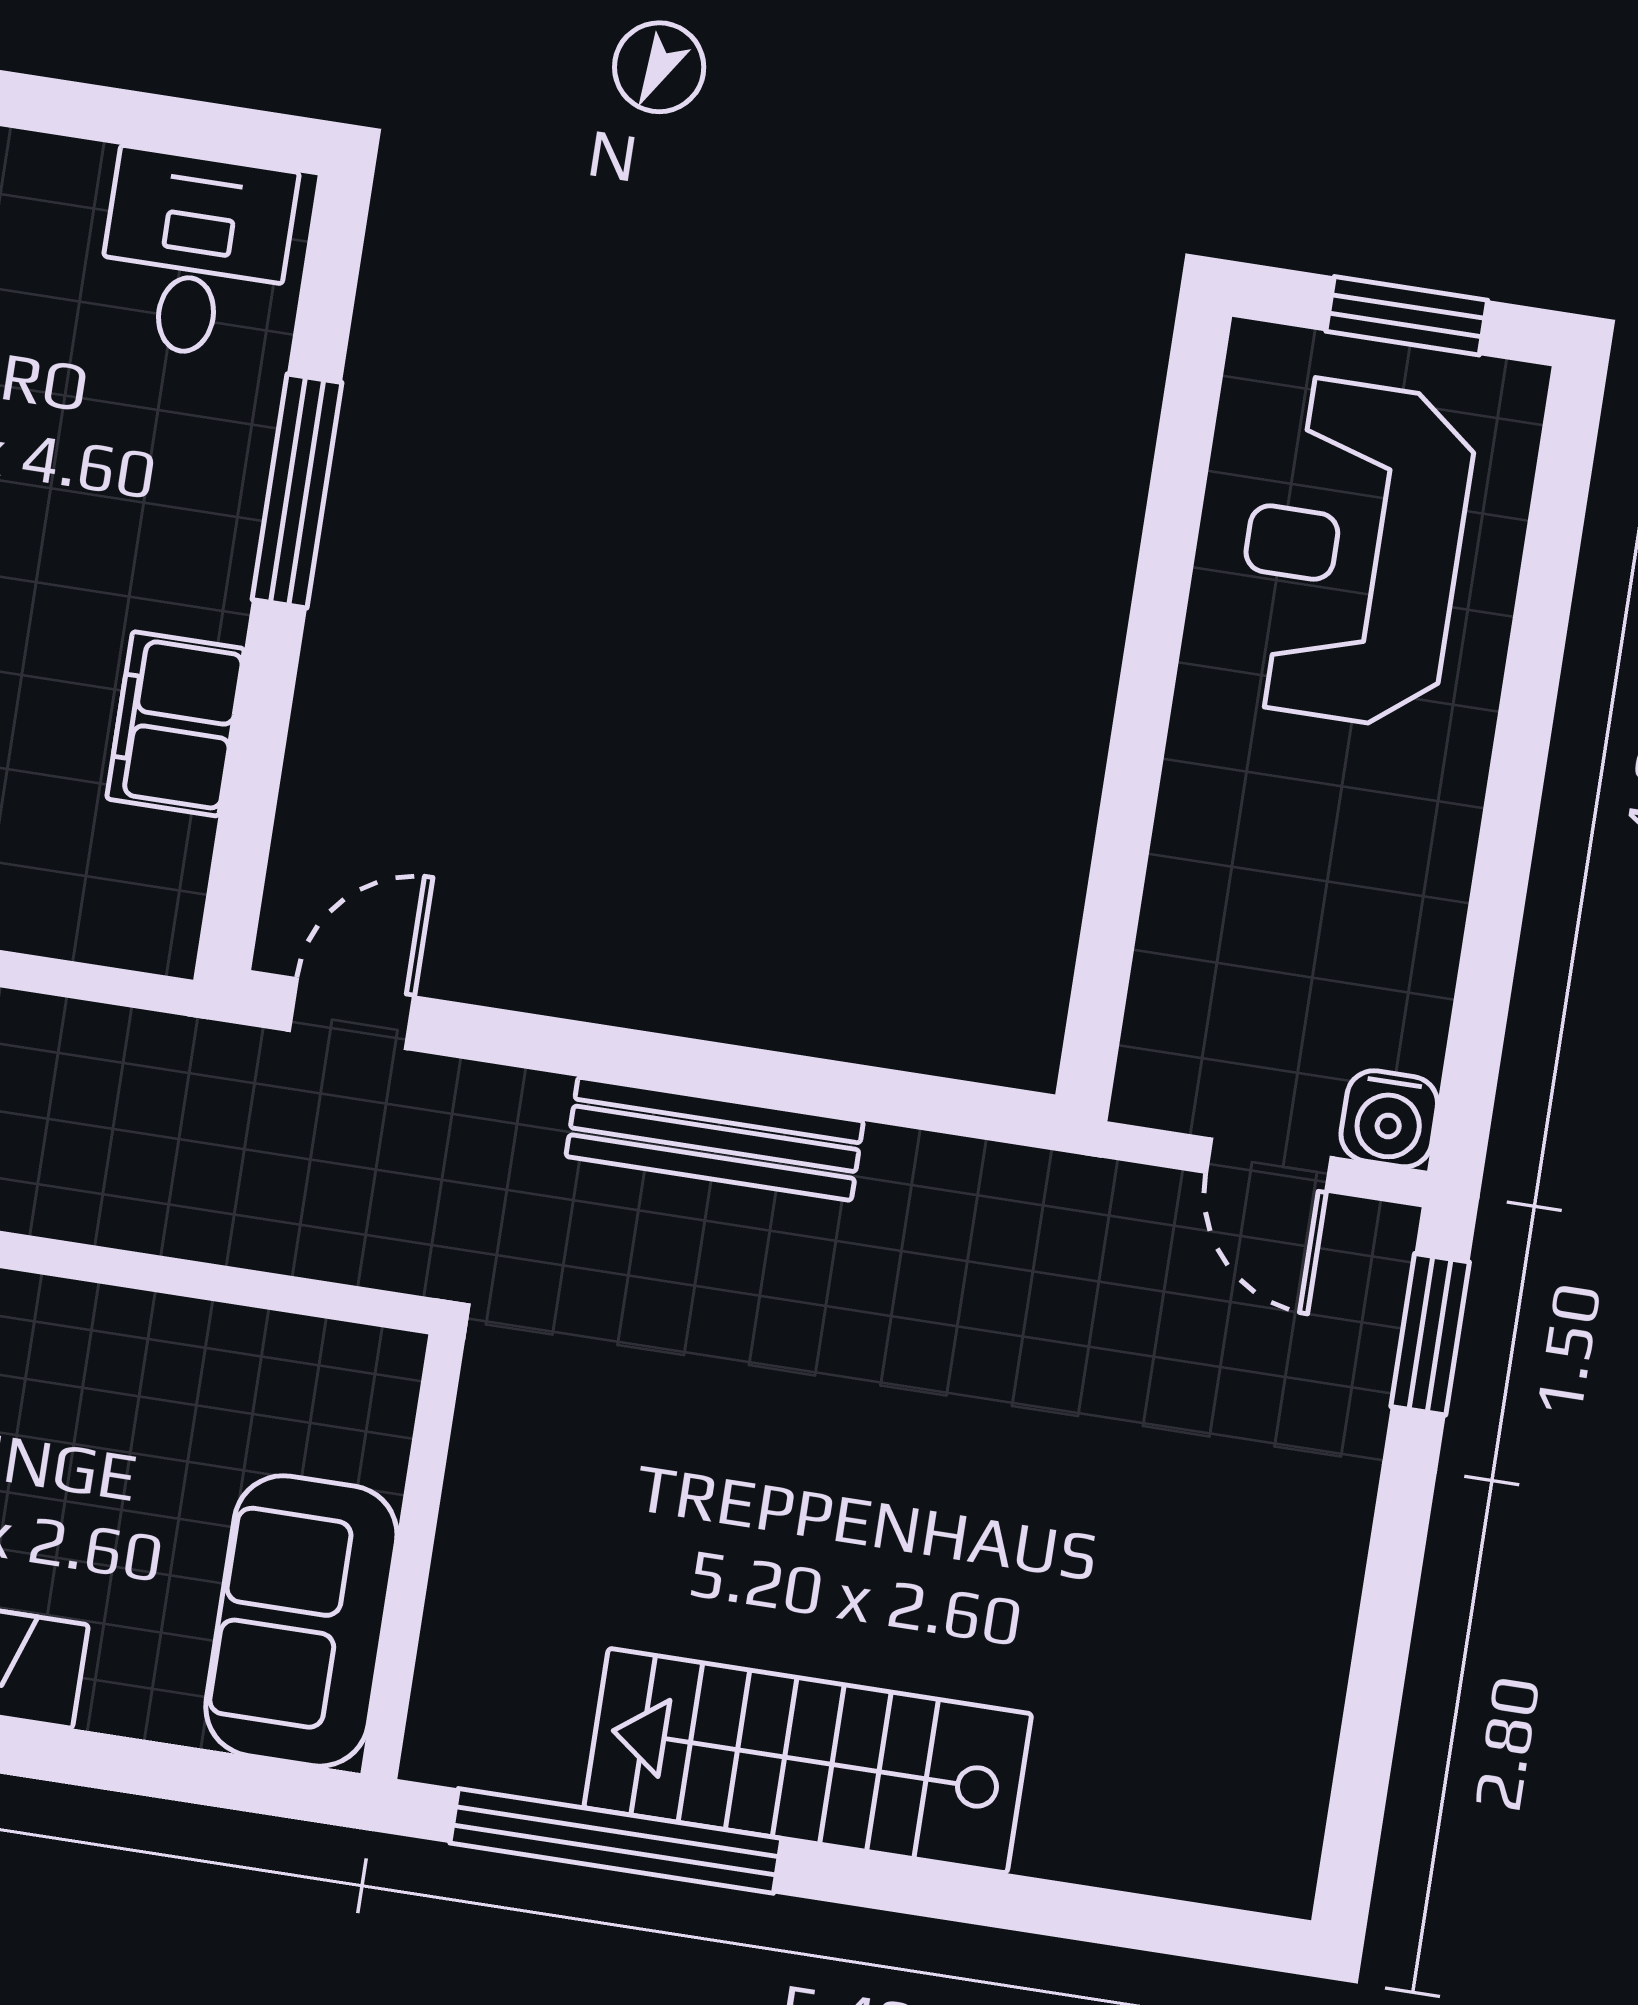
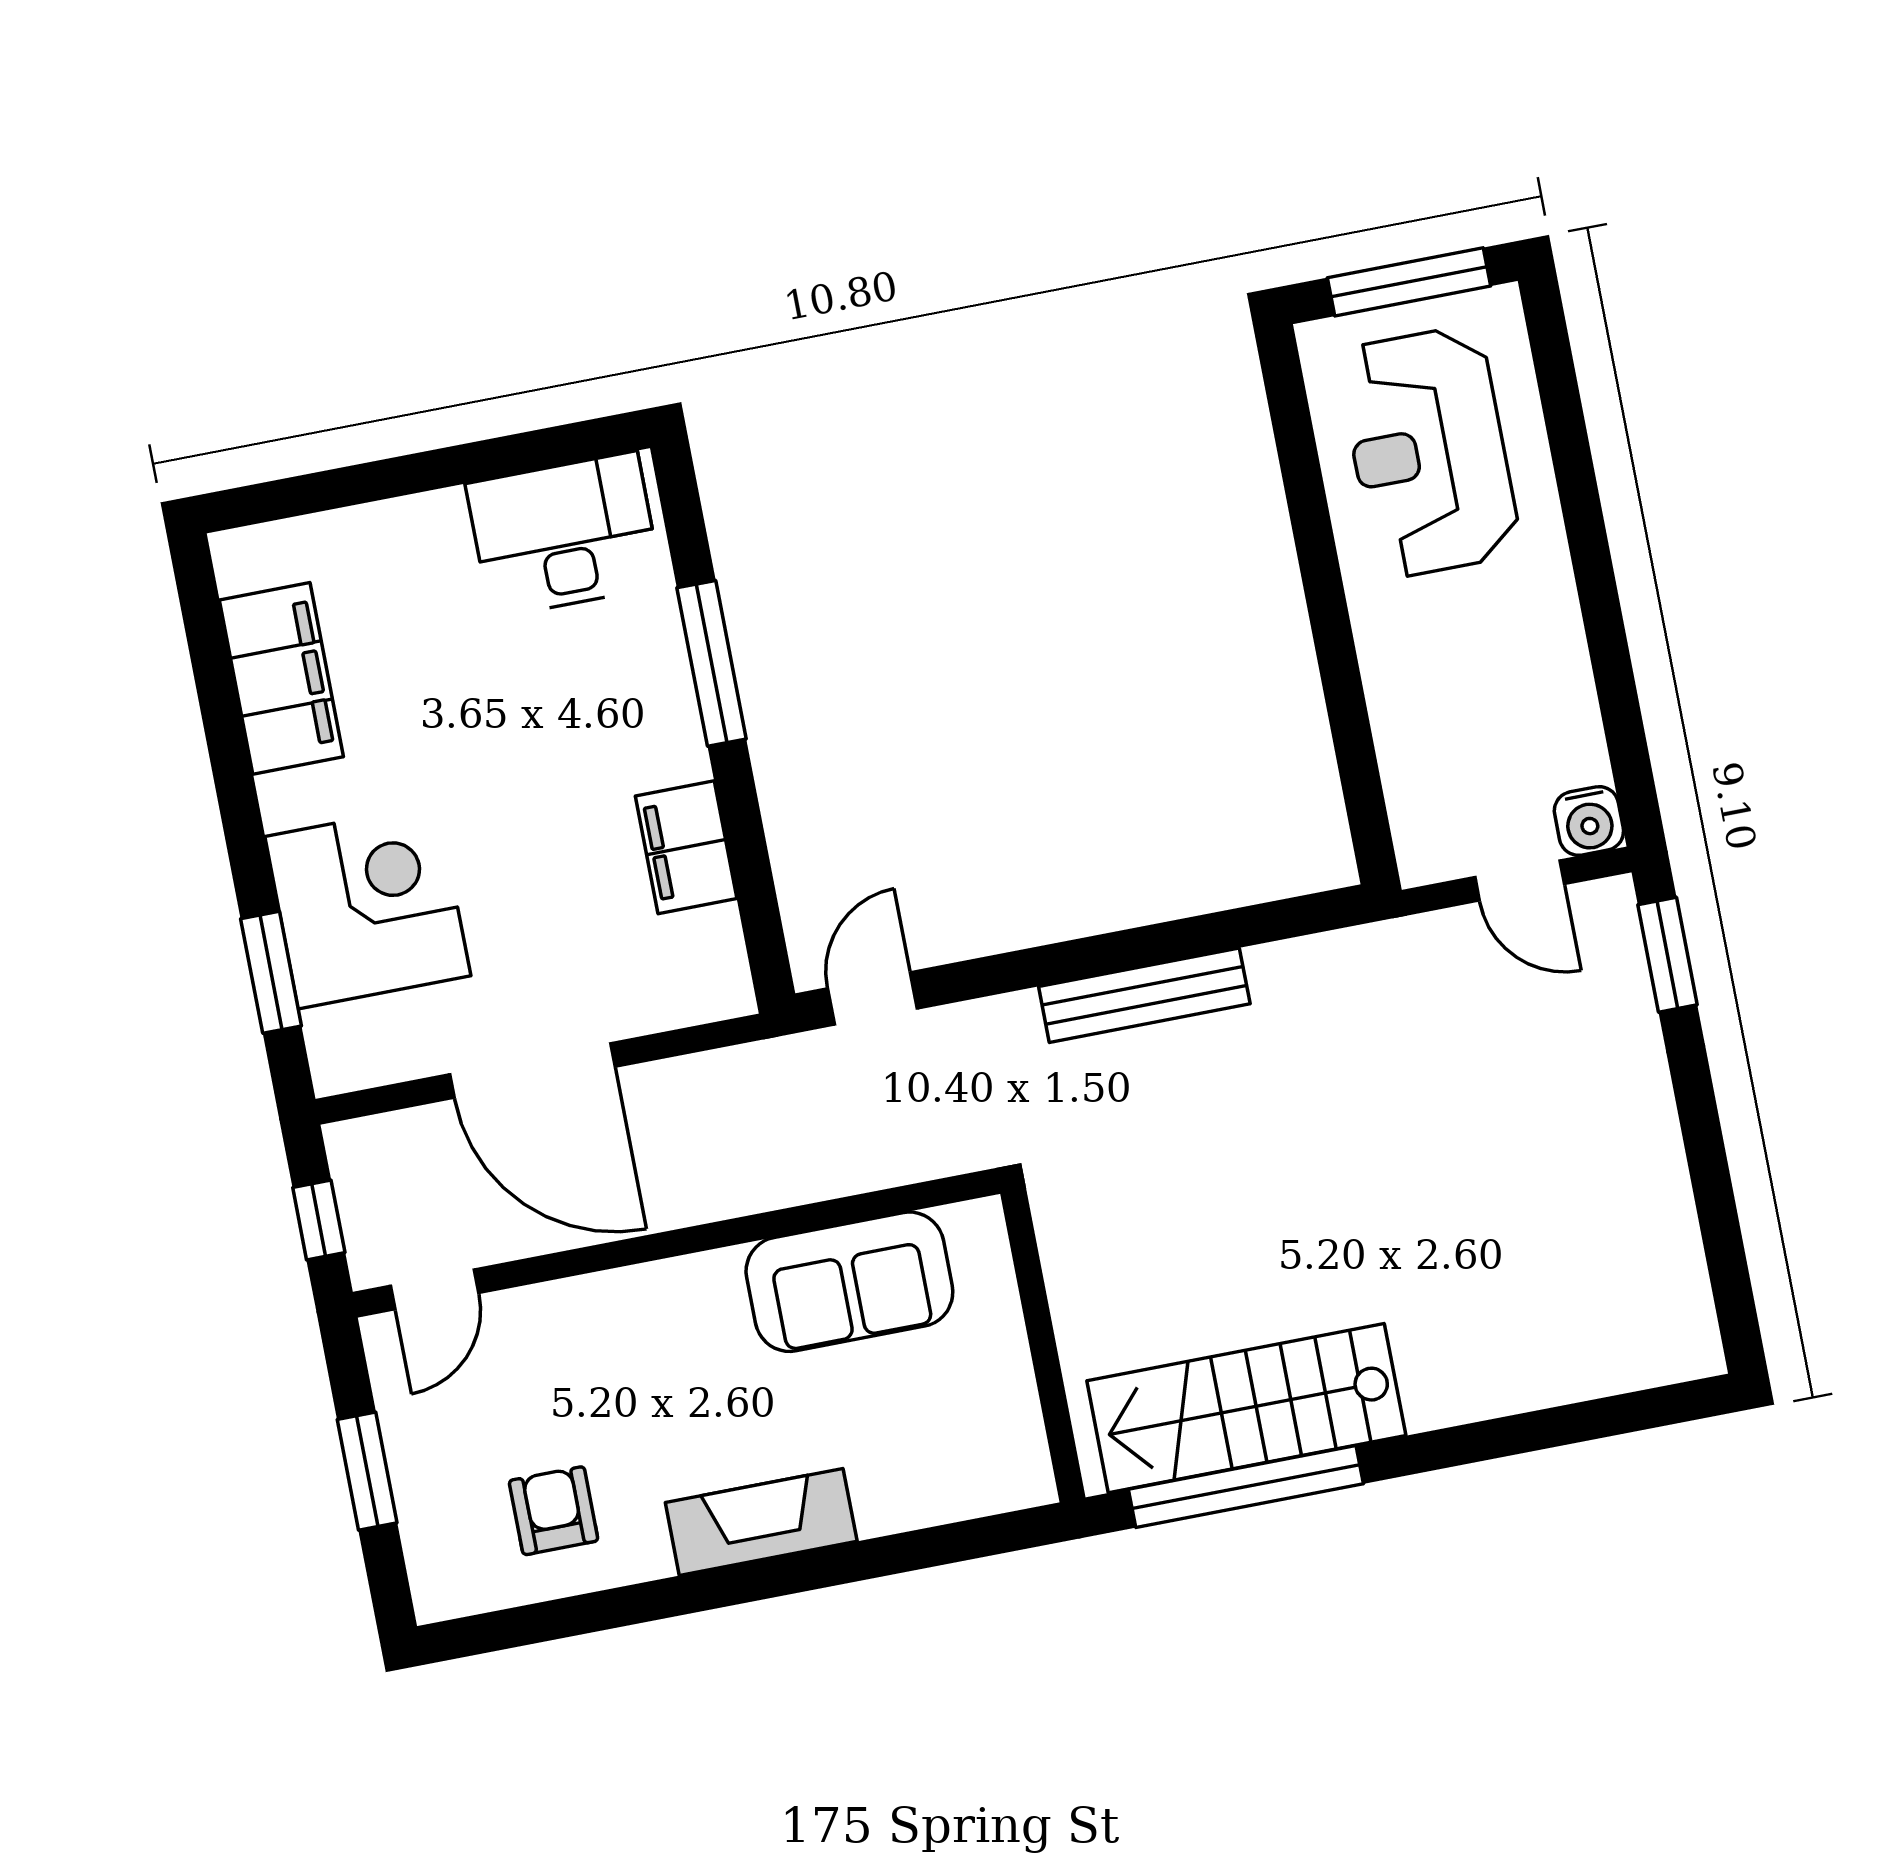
desk: (195, 255) -> (564, 535), width x1.37
window: (1407, 316) -> (1409, 282), width x1.44
sofa: (301, 1621) -> (849, 1282), moved, turned -90
stairs: (808, 1761) -> (1246, 1408), moved

